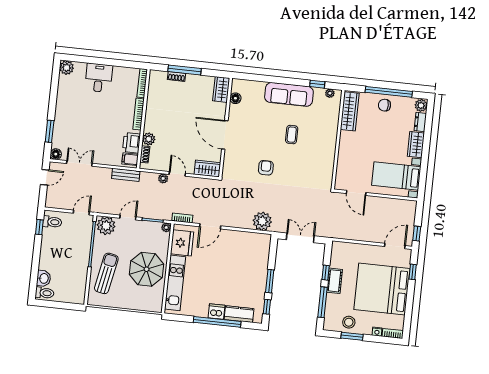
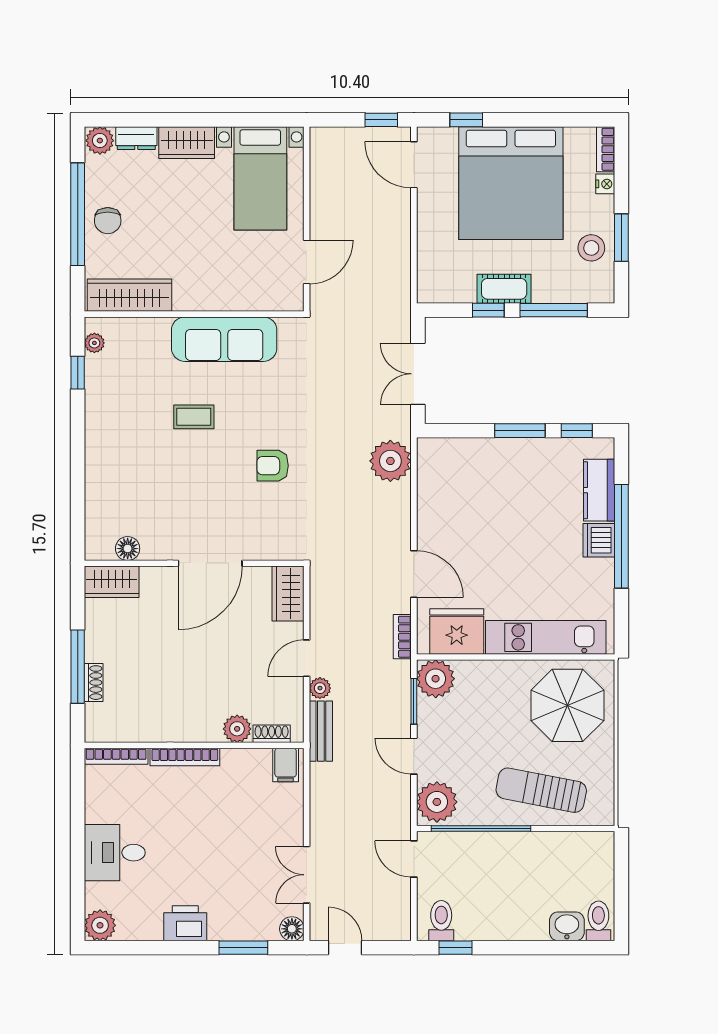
sofa: (289, 94) -> (224, 339), moved, turned 90
printer: (131, 143) -> (185, 923), moved, turned 180
bench: (126, 175) -> (321, 731), moved
plant: (166, 227) -> (436, 679), width x1.88, depth x1.88
parasol: (147, 269) -> (567, 705), moved

